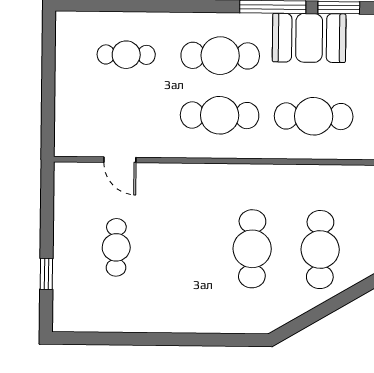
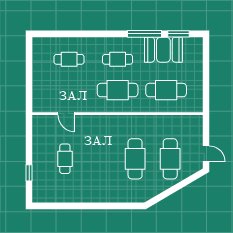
cafe table: (220, 56) -> (118, 59), width x0.73, depth x0.74

